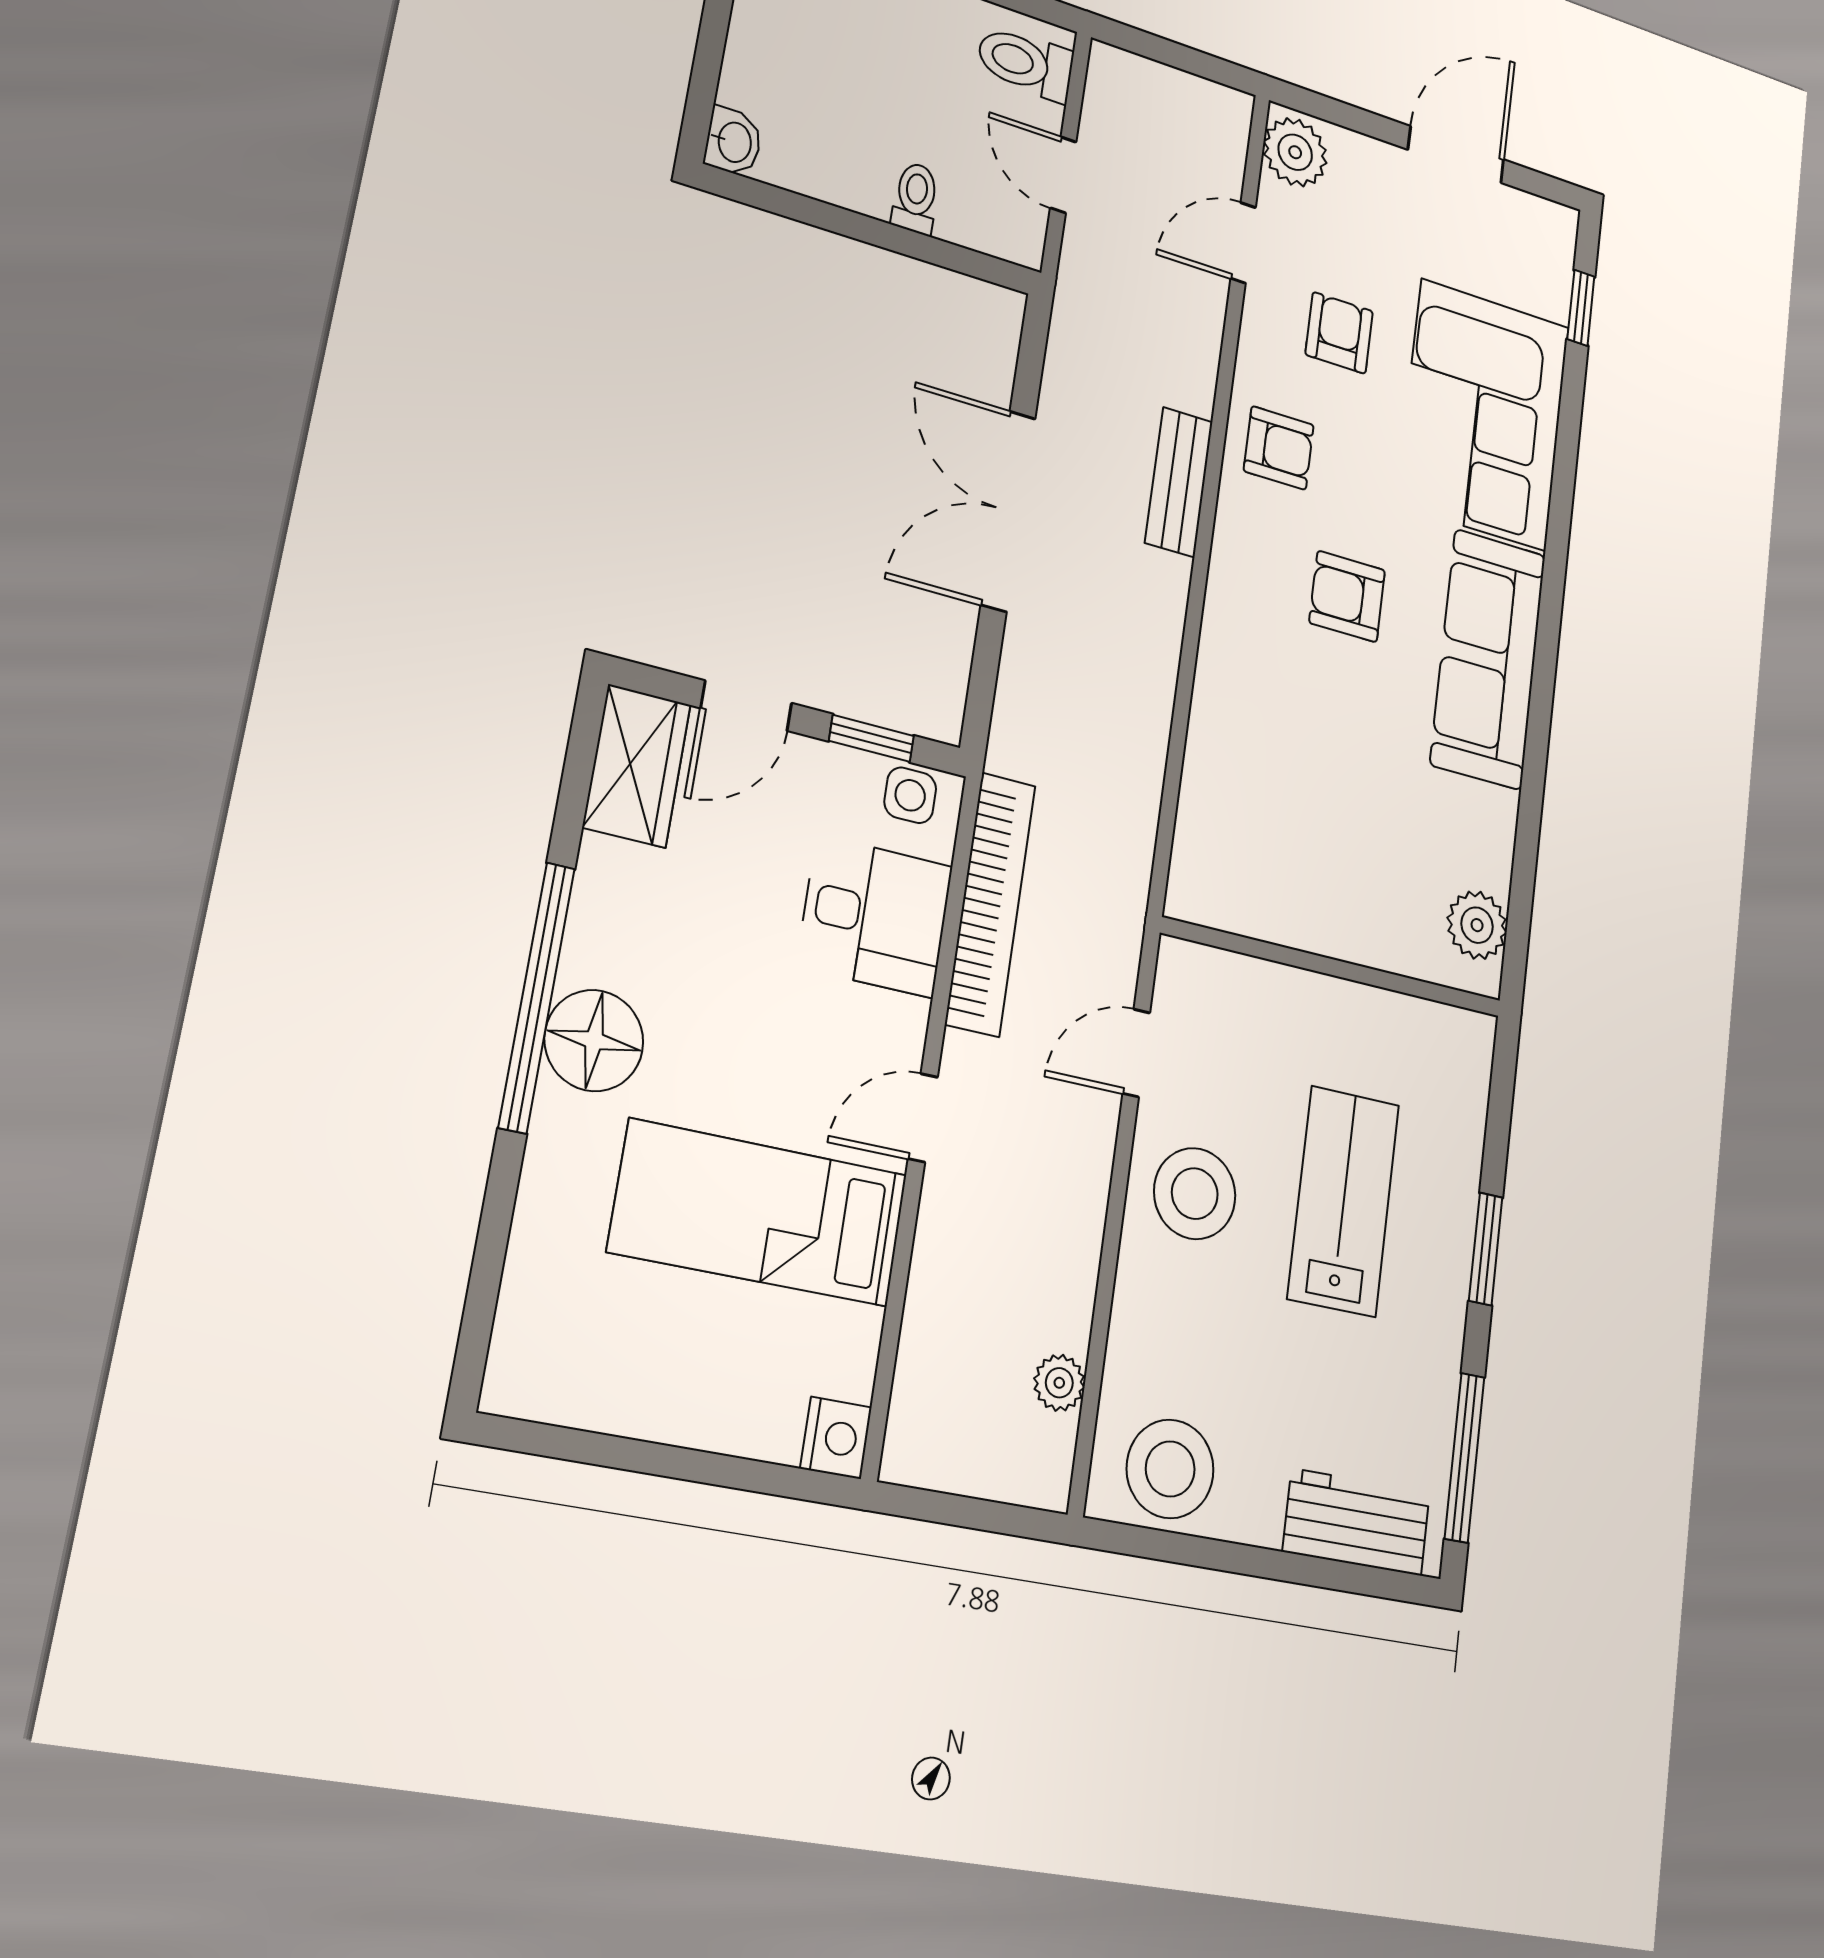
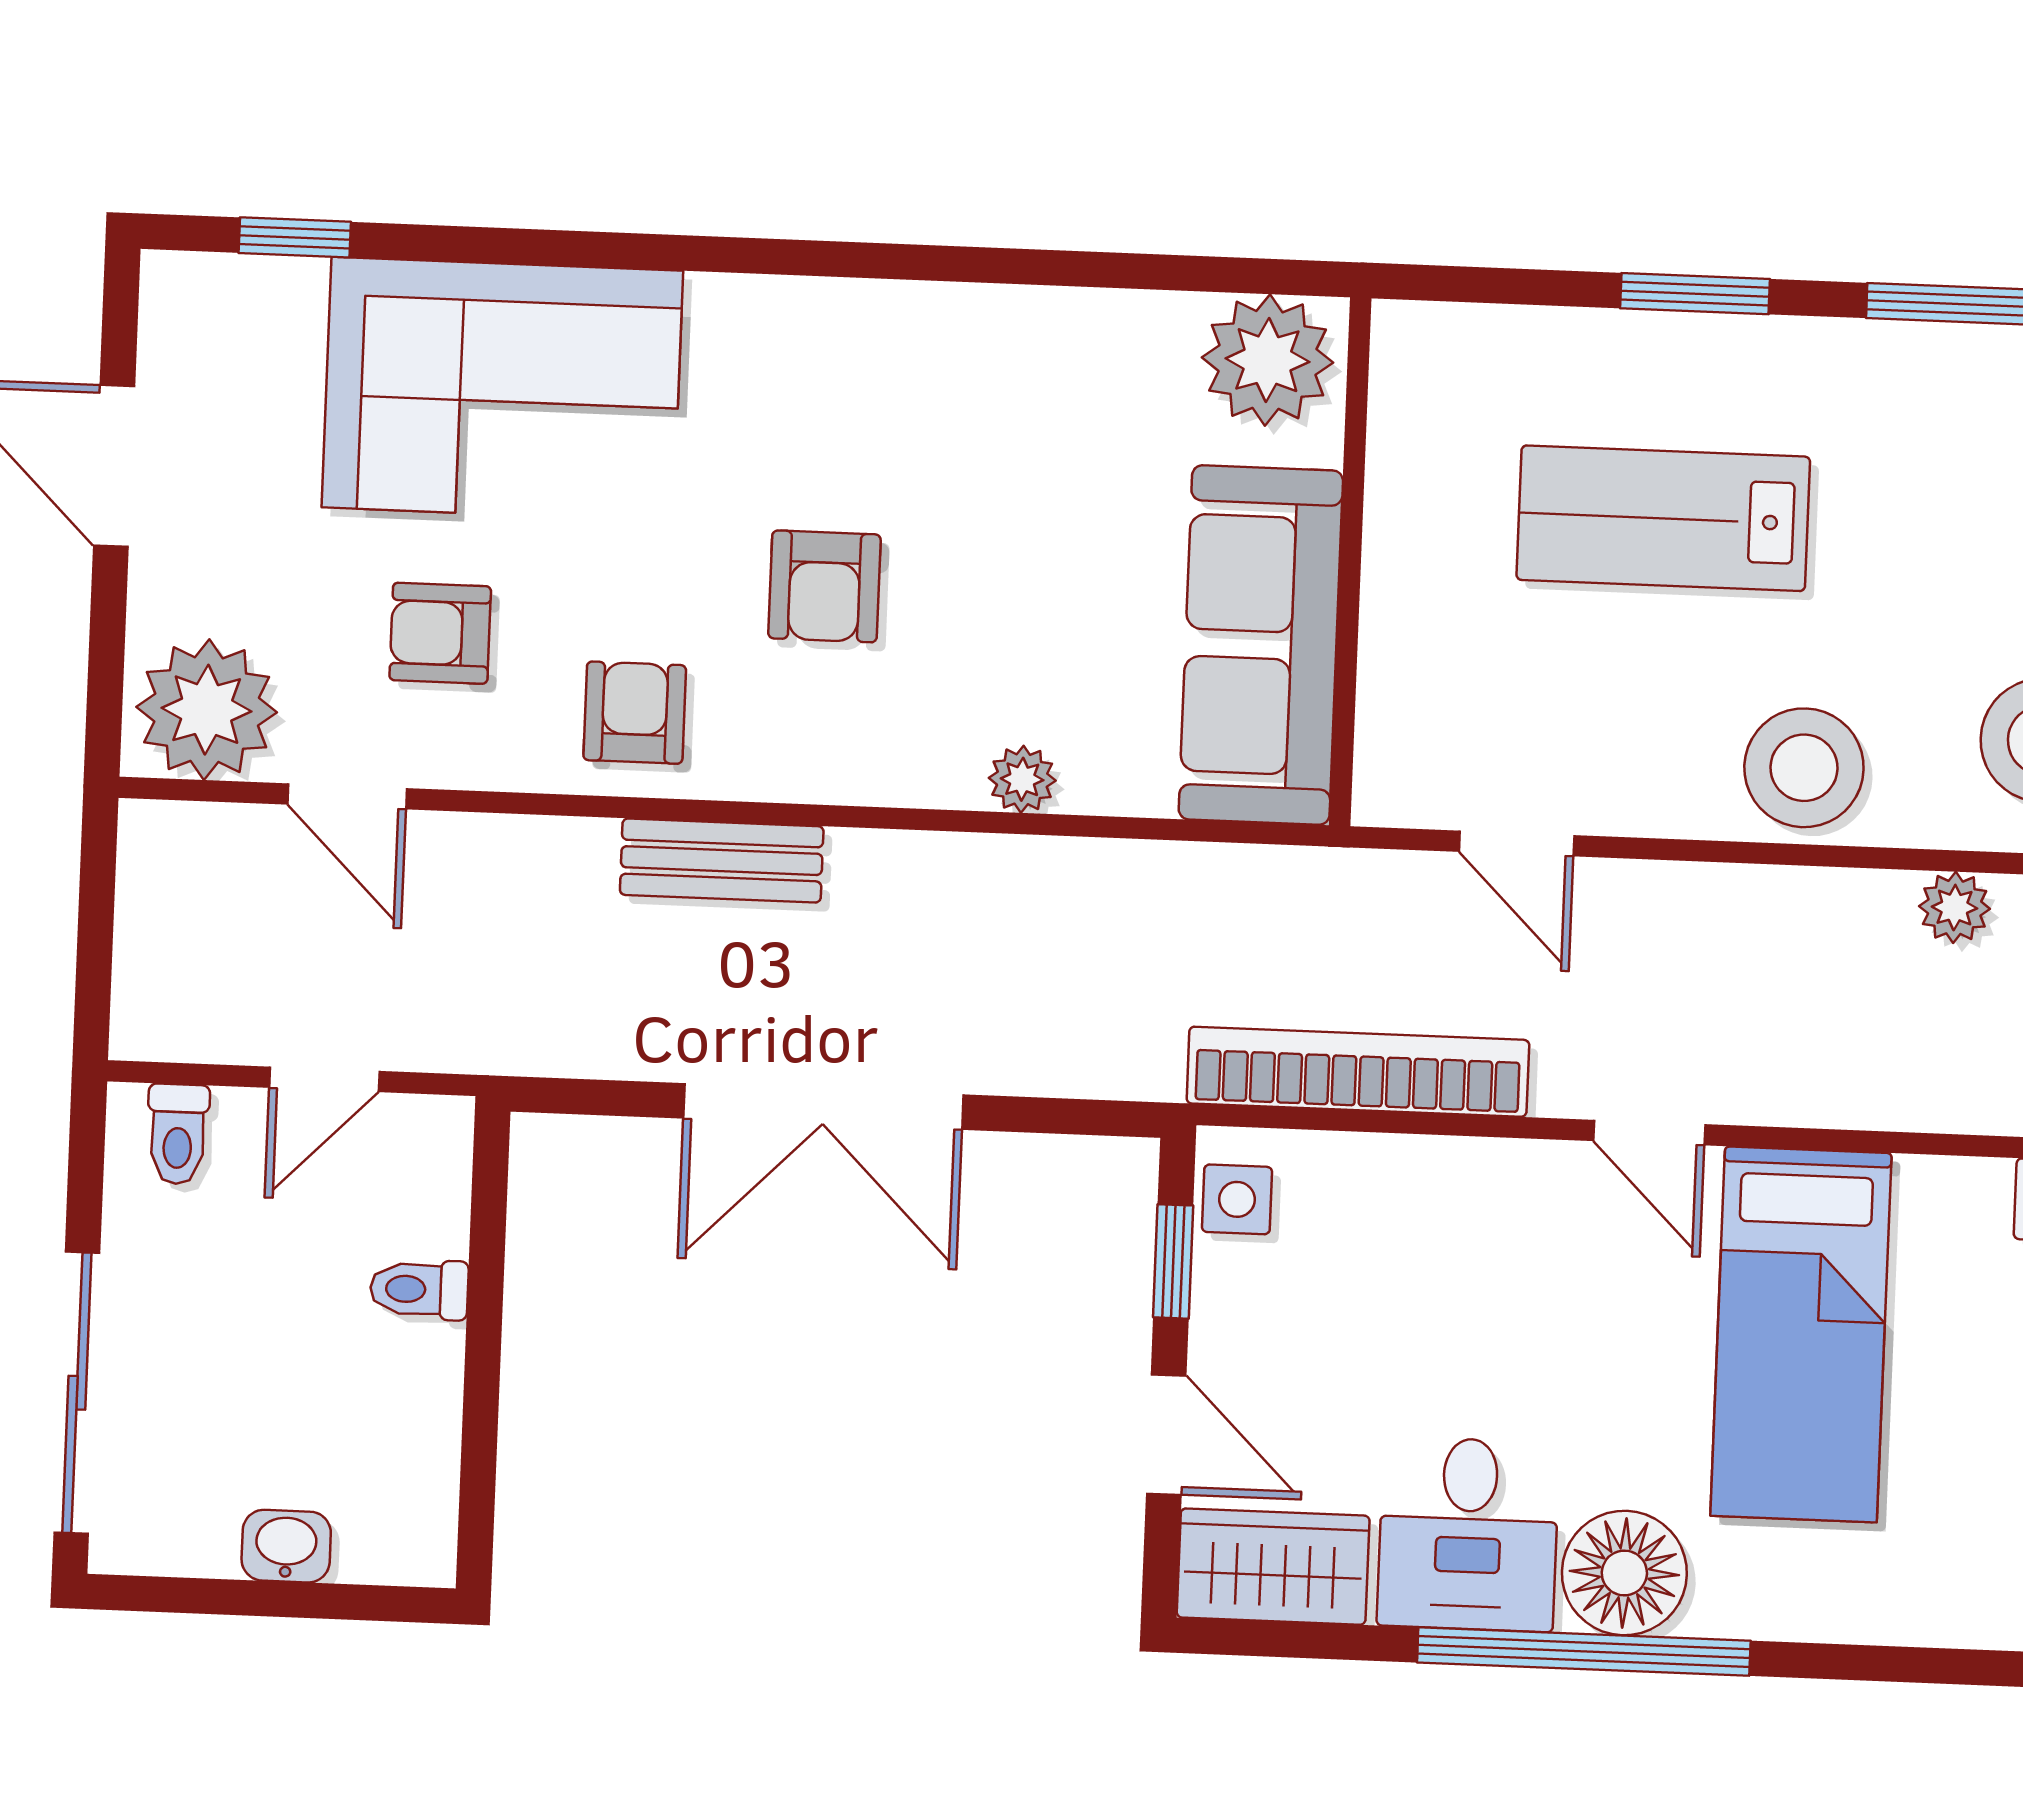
toilet: (1025, 63) -> (178, 1134), width x0.73, depth x0.72
washbasin: (733, 142) -> (286, 1546), moved
plant: (1295, 152) -> (207, 710), width x1.36, depth x1.36
sofa: (1488, 659) -> (1261, 645), moved, turned 90
plant: (1212, 703) -> (1022, 779), added
desk: (875, 916) -> (1468, 1534), moved, turned 180
plant: (1477, 925) -> (1267, 360), width x1.36, depth x1.36
stool: (1195, 1194) -> (1804, 768), moved

